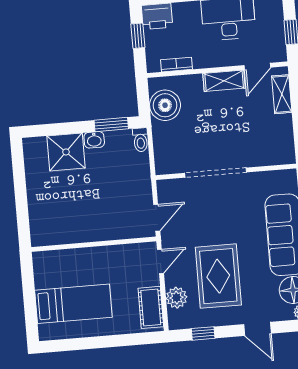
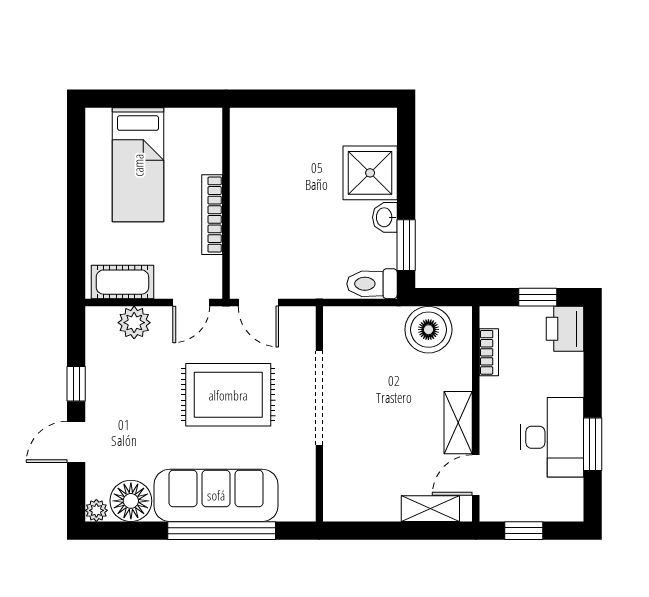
door: (257, 66) -> (476, 475), hinge flipped
toilet: (141, 140) -> (372, 284), width x1.37, depth x1.39
bookcase: (102, 253) -> (212, 215), added
door: (160, 261) -> (191, 303), hinge flipped
rug: (218, 276) -> (228, 395), moved
window: (203, 333) -> (76, 384), moved

